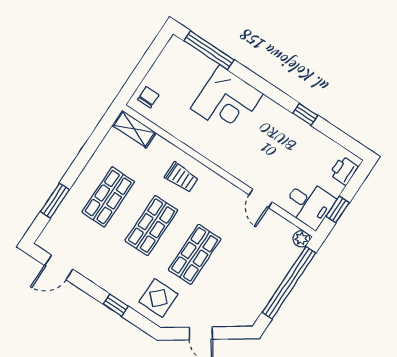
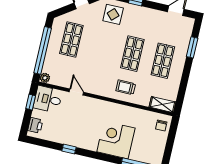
shop shelf: (195, 254) -> (71, 39), moved

